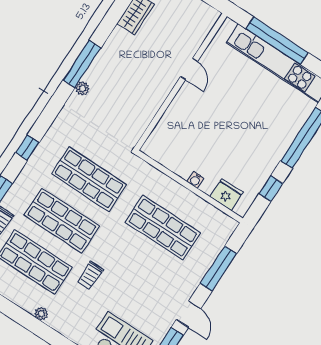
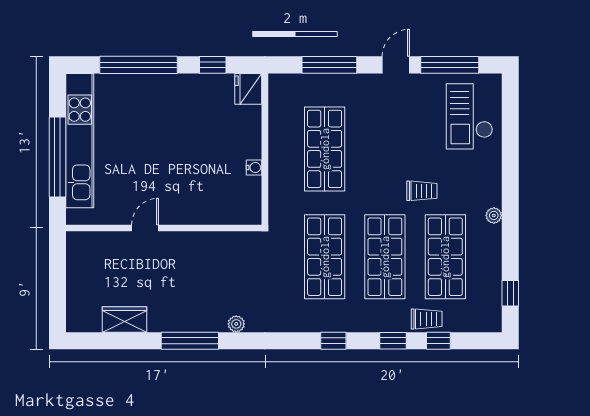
window: (82, 64) -> (190, 341), moved
water cooler: (195, 180) -> (254, 168), moved
fridge: (227, 195) -> (248, 89), moved

